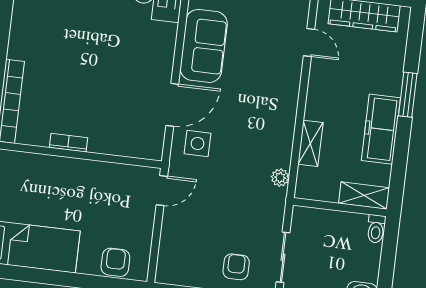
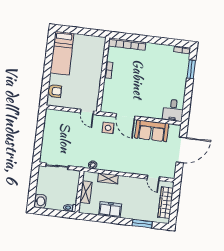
door: (309, 43) -> (153, 178), hinge flipped
window: (408, 95) -> (142, 224), moved
freezer: (381, 129) -> (110, 210), width x0.71
shelving: (364, 196) -> (86, 192), moved
armchair: (236, 267) -> (53, 145), removed

